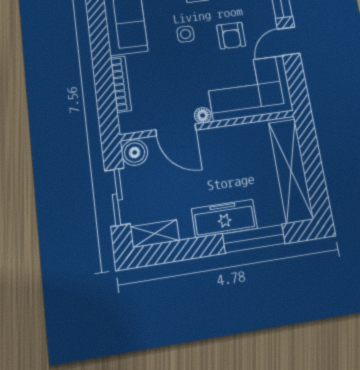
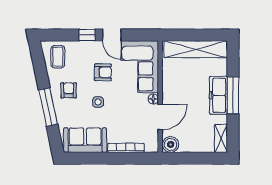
sliding door: (117, 197) -> (196, 158), removed
window: (254, 239) -> (233, 95), moved

